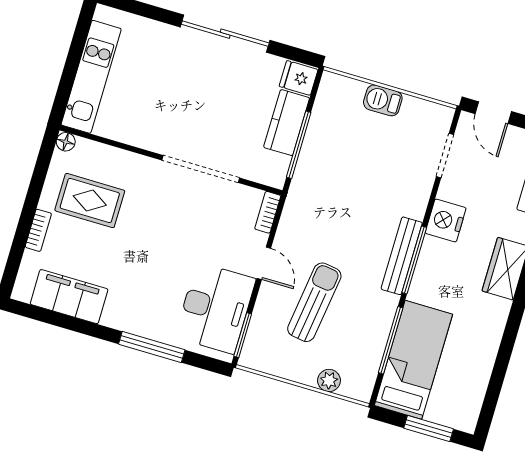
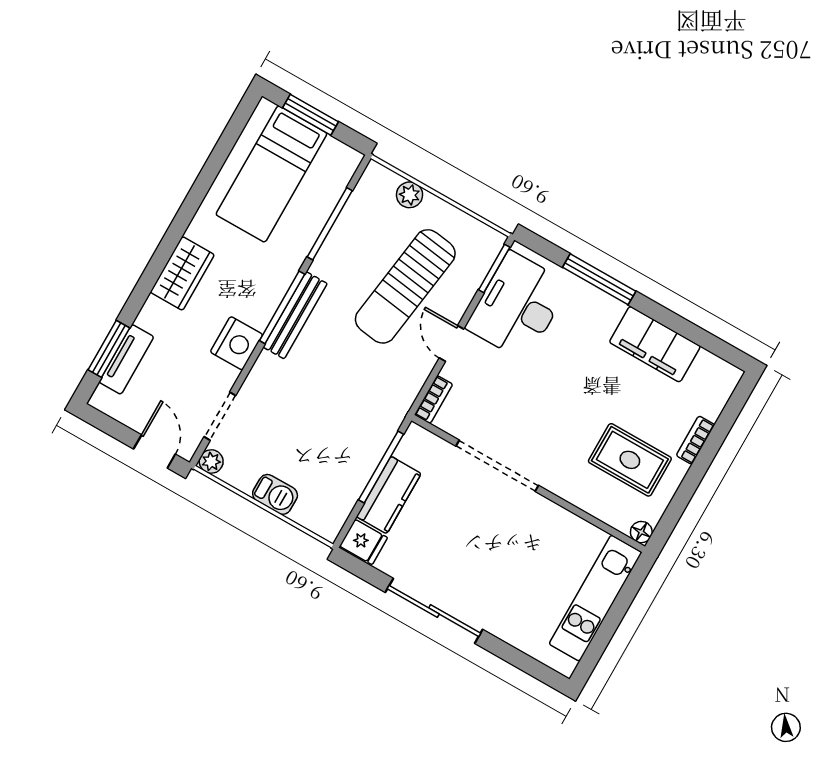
plant: (443, 115) -> (211, 462), added
filing cabinet: (69, 297) -> (655, 344), moved
sun lounger: (314, 302) -> (405, 286), width x1.36, depth x1.34
bed: (413, 360) -> (271, 174), moved

